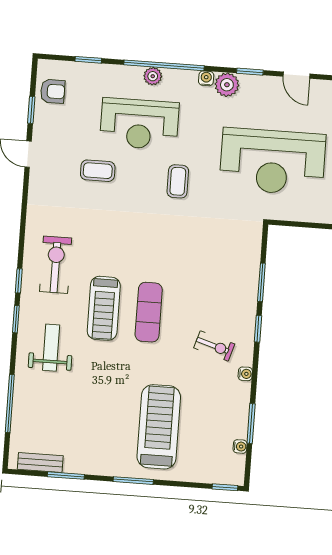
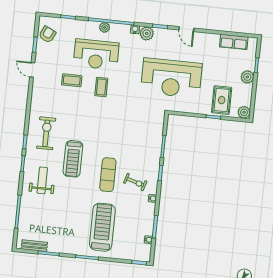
armchair: (53, 91) -> (47, 34), turned -64
coffee table: (178, 181) -> (101, 87), moved
exercise mat: (149, 312) -> (108, 175), moved

